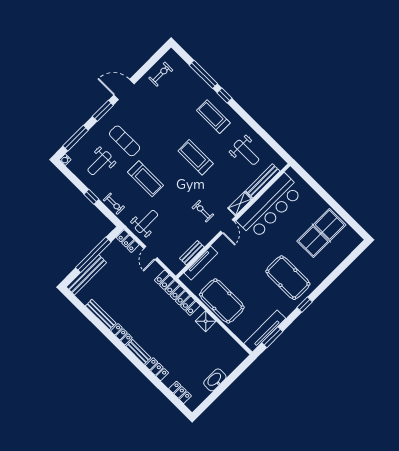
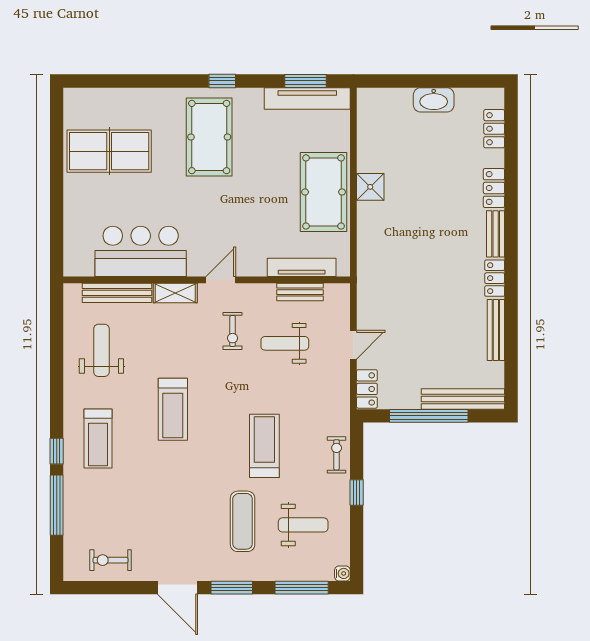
bar counter: (270, 206) -> (141, 251), width x0.73
weight bench: (146, 221) -> (285, 343), moved
locker: (177, 293) -> (370, 260), removed

